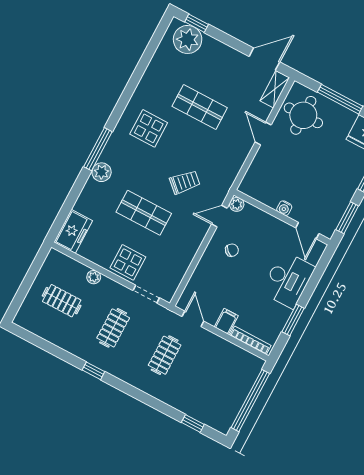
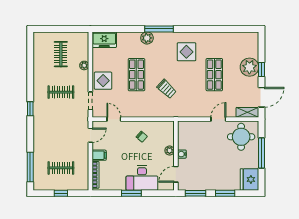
window: (197, 23) -> (262, 69), moved
plant: (188, 39) -> (249, 67), moved
door: (264, 59) -> (262, 97), hinge flipped
plant: (237, 204) -> (170, 151), moved
door: (219, 216) -> (114, 119), moved
window: (293, 320) -> (131, 193), moved
clothes rail: (165, 355) -> (61, 168), moved
window: (93, 371) -> (30, 109), moved
window: (250, 401) -> (61, 193), width x0.32
window: (193, 423) -> (30, 167), width x2.17

